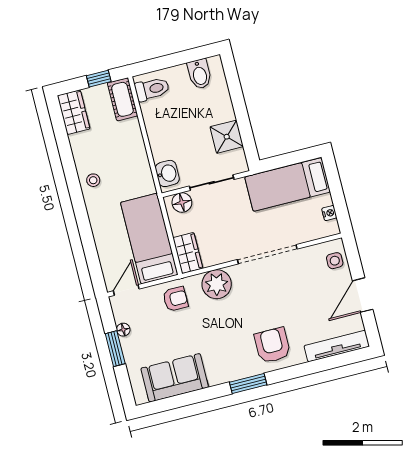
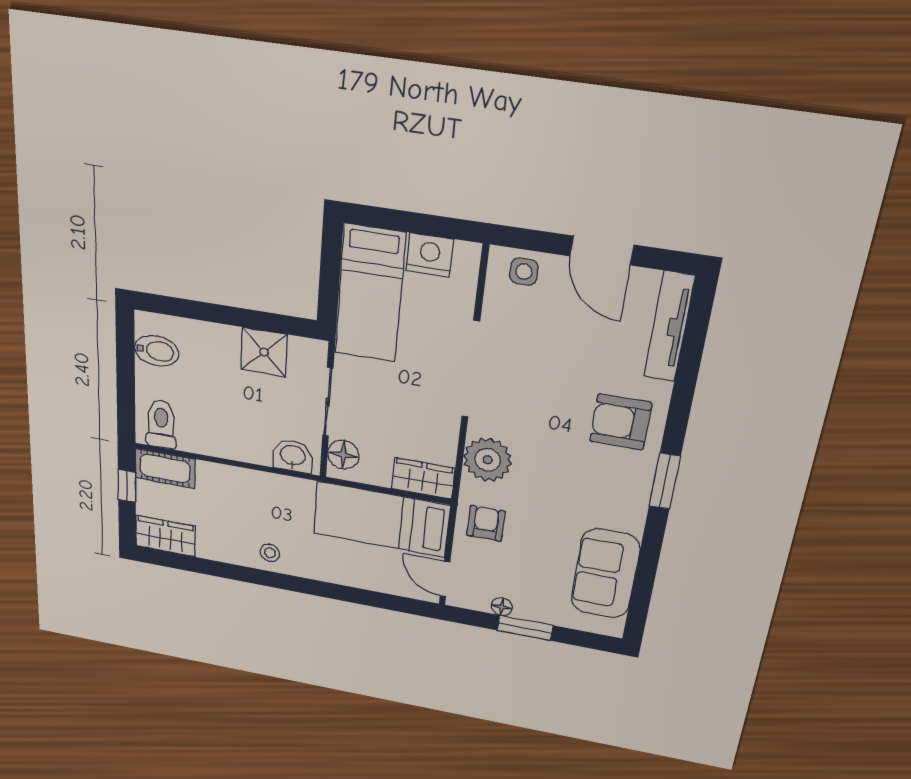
nightstand: (329, 213) -> (430, 255), width x1.89, depth x1.79

